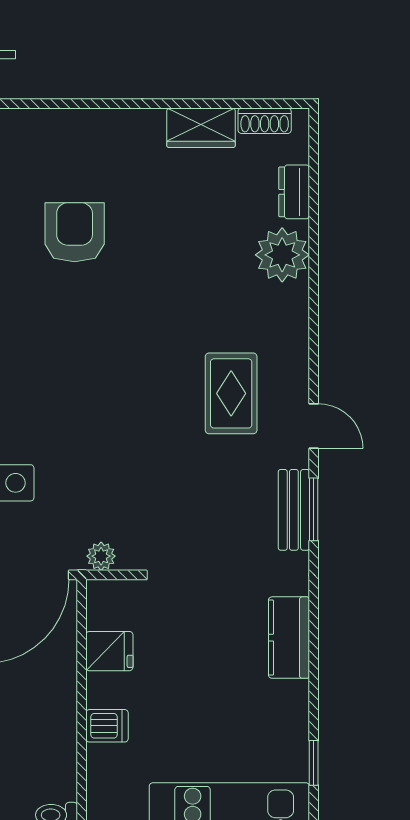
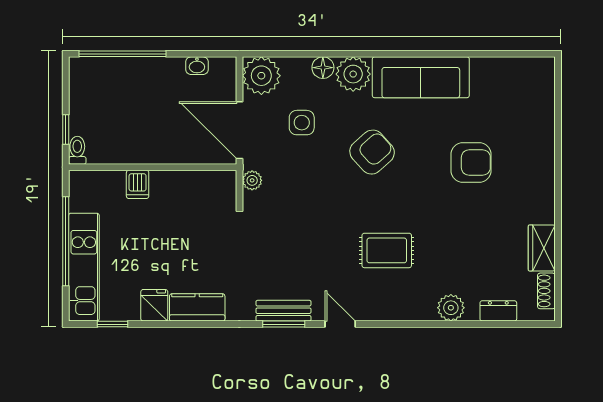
plant: (282, 255) -> (451, 308), width x0.73, depth x0.73
armchair: (59, 379) -> (372, 152), added
rug: (231, 393) -> (387, 250), moved
door: (314, 426) -> (340, 324), swing flipped
fridge: (109, 651) -> (154, 305), moved, turned 180

